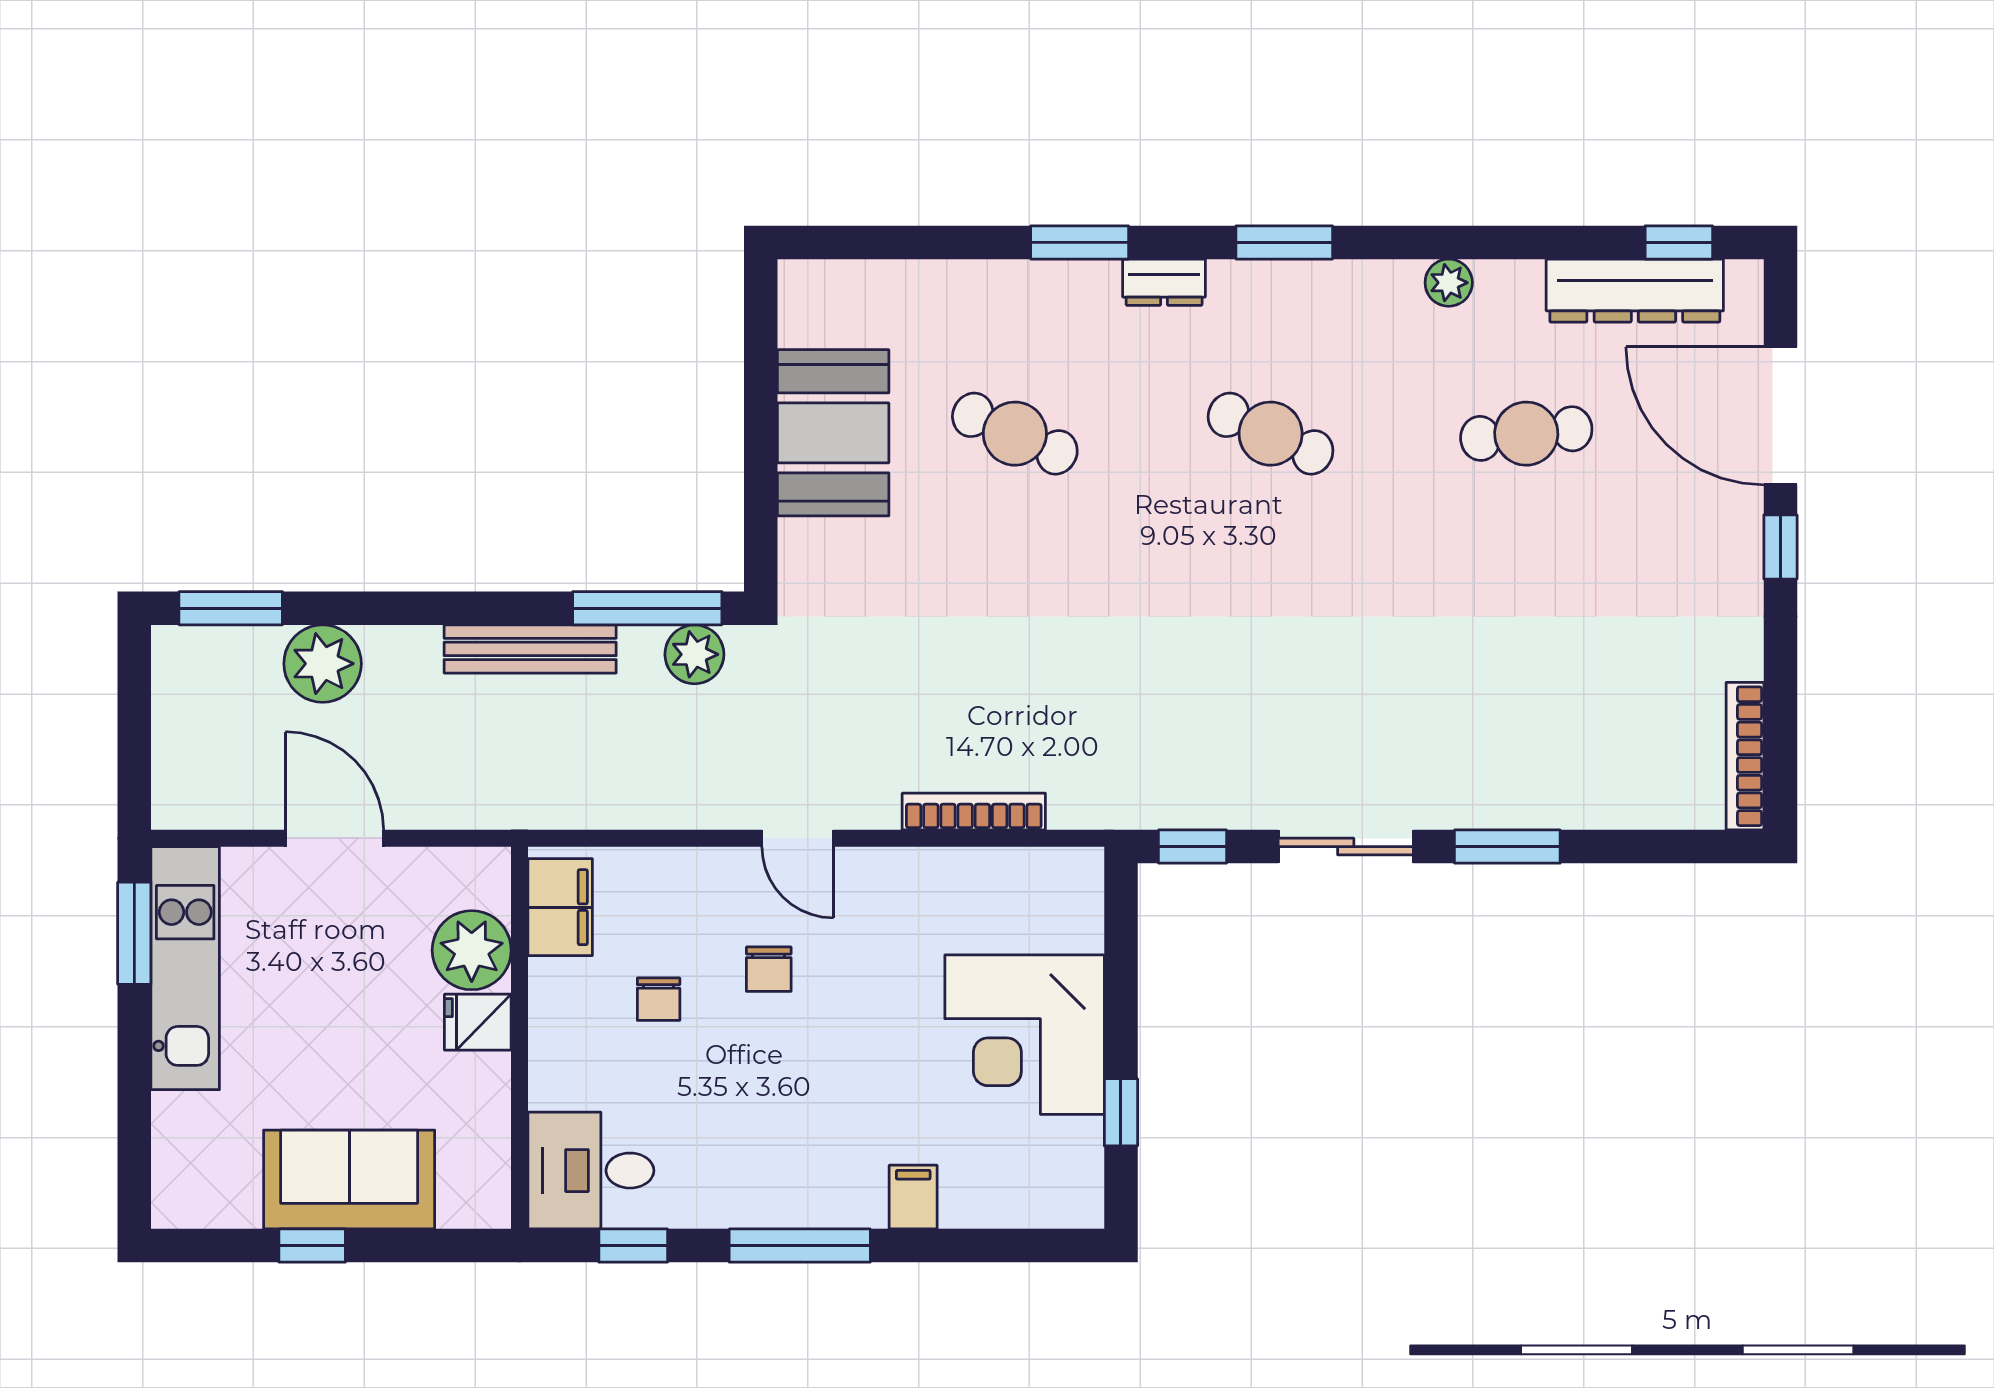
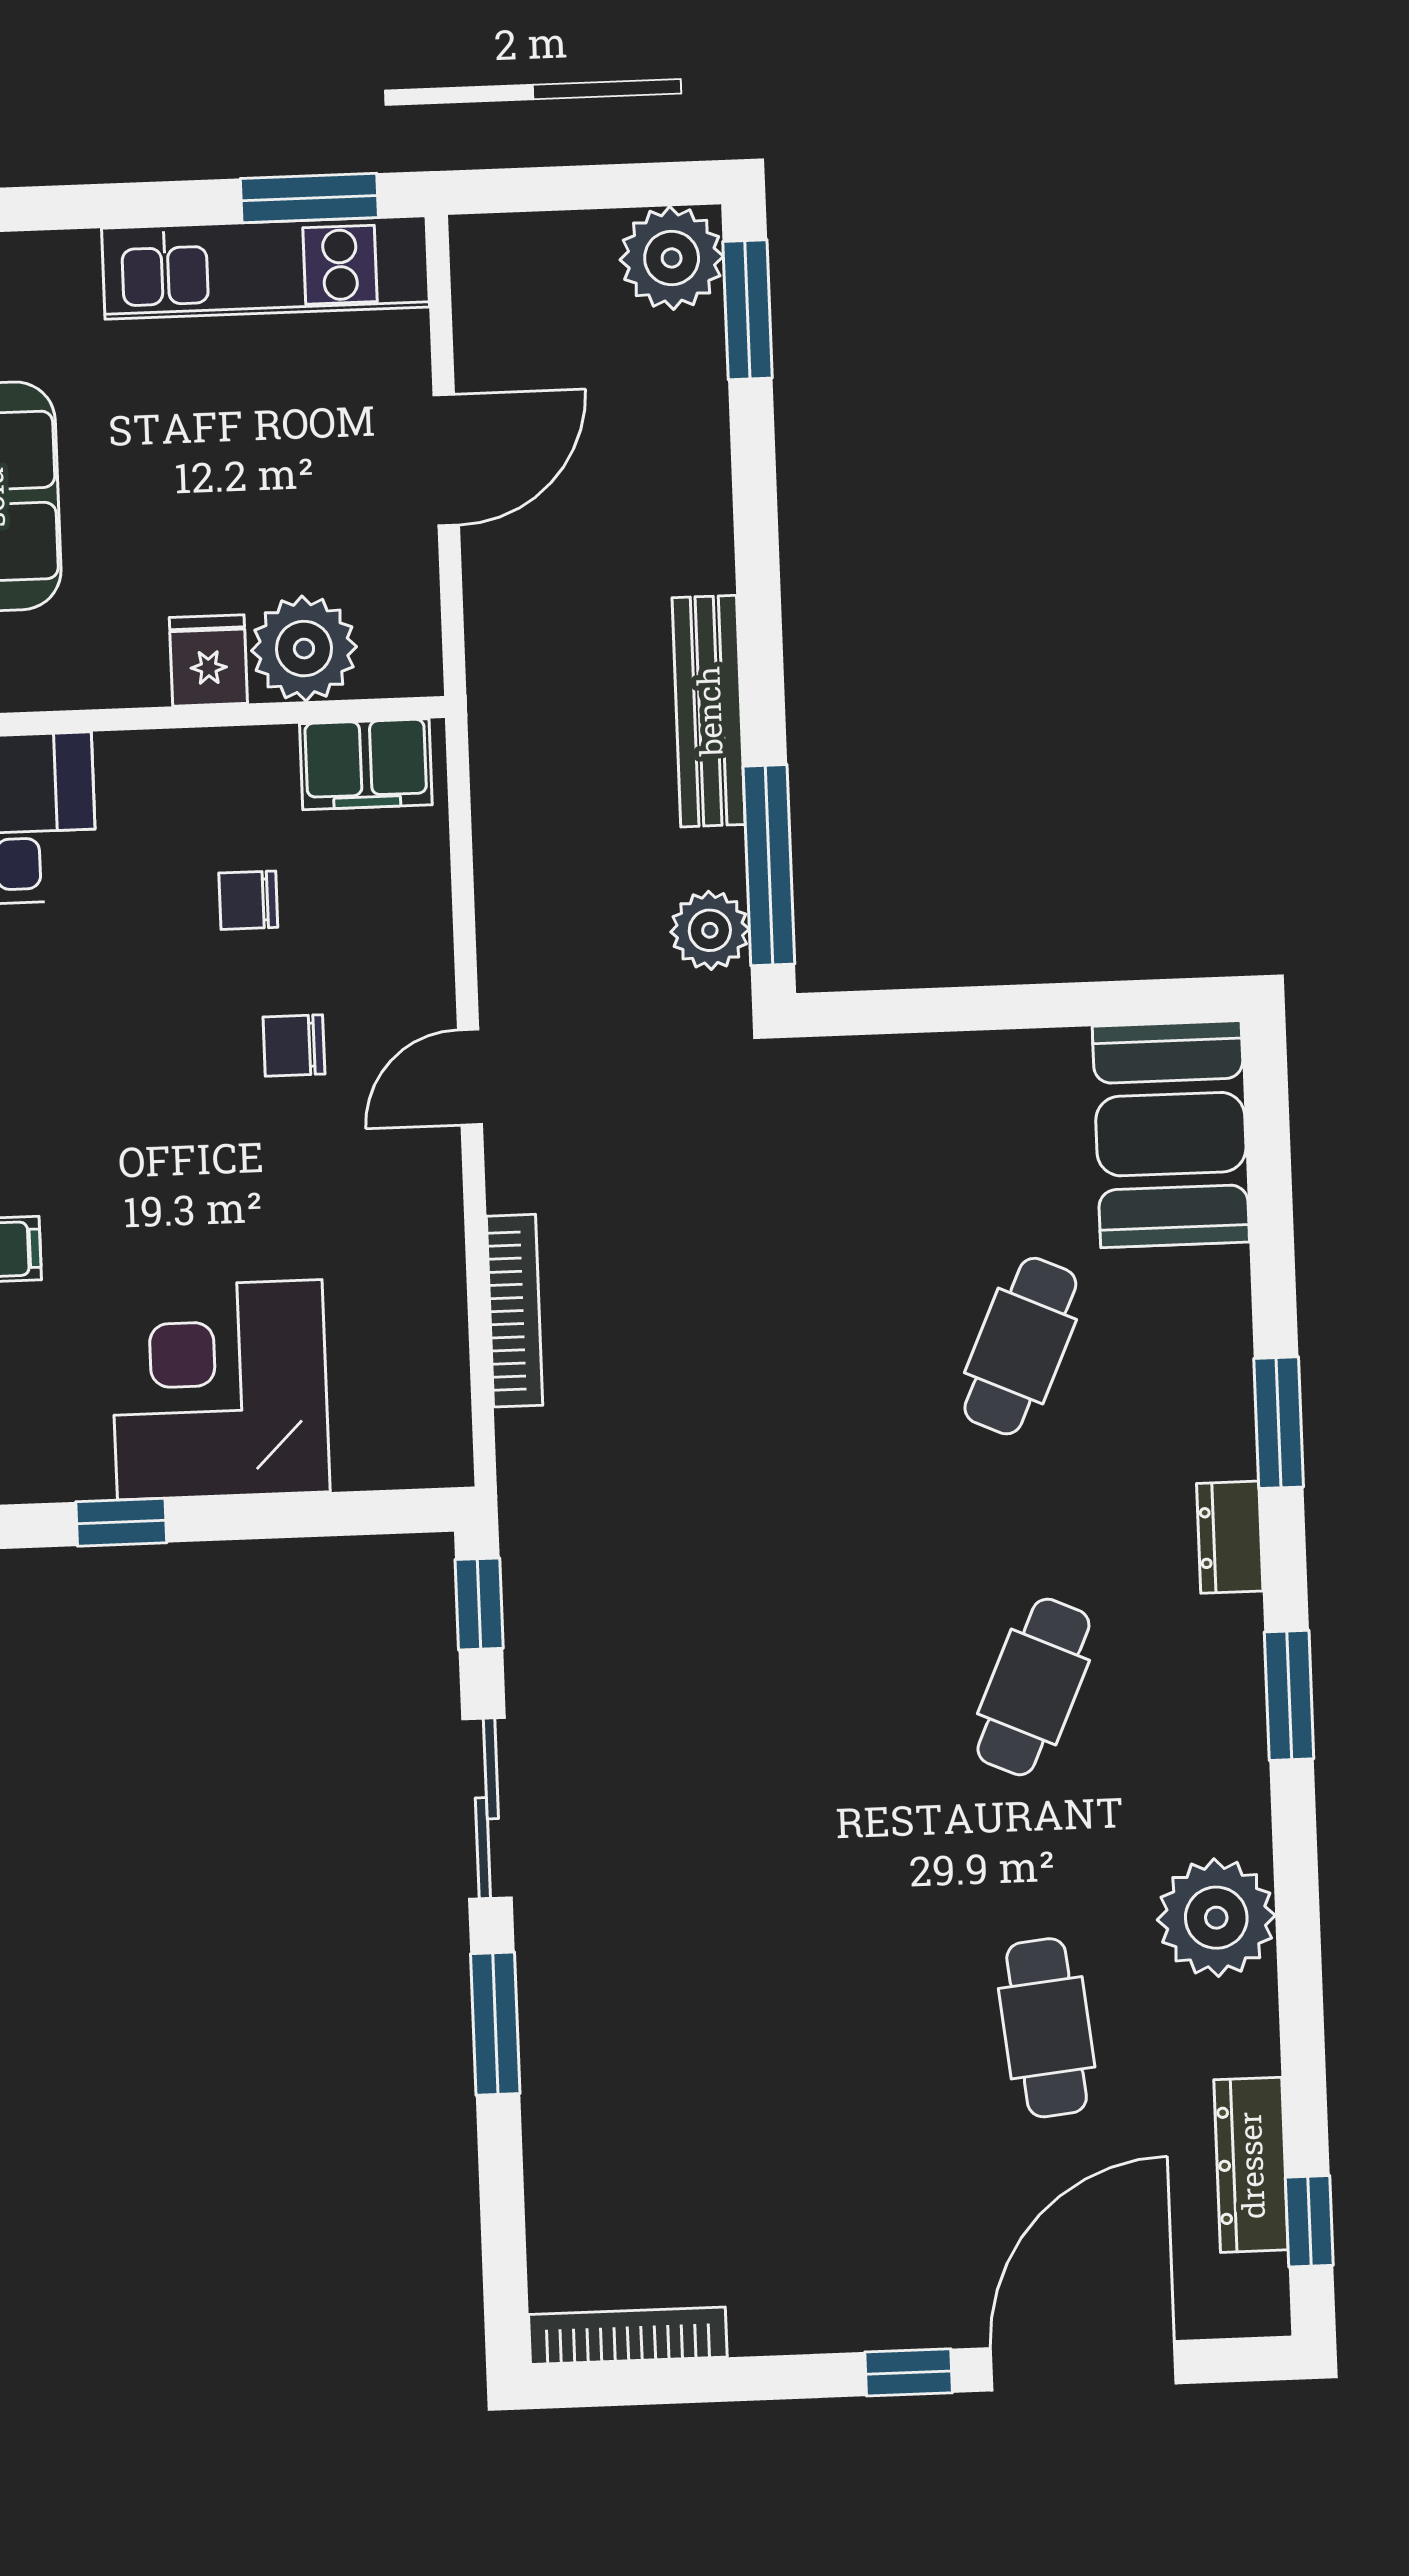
plant: (1449, 283) -> (1216, 1918), width x1.88, depth x1.88
dresser: (1635, 291) -> (1251, 2165), width x0.73, depth x0.80
booth: (833, 433) -> (1171, 1134), moved, turned 90
plant: (323, 664) -> (672, 258), moved

